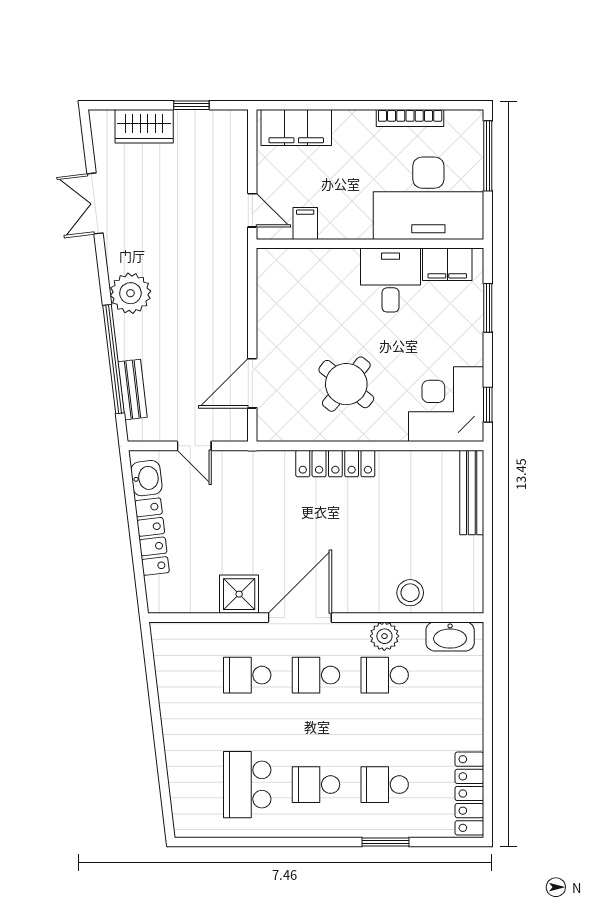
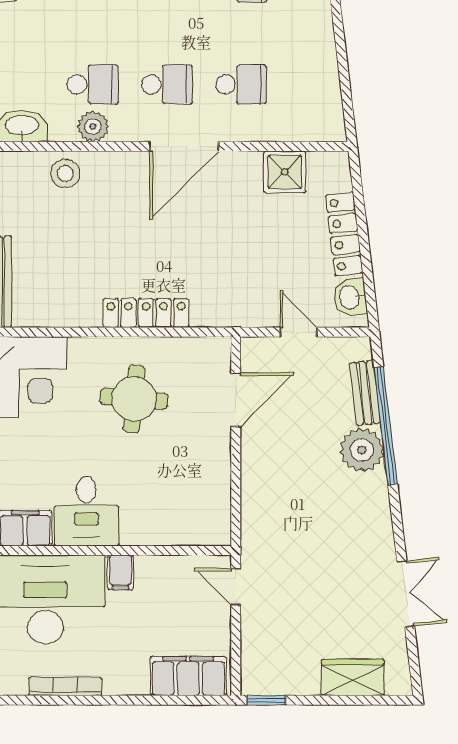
window: (191, 105) -> (266, 700), moved
filing cabinet: (305, 223) -> (120, 572), moved
plant: (130, 293) -> (362, 450), moved
round table: (346, 384) -> (134, 399), turned -34
shower: (239, 594) -> (285, 172), moved

